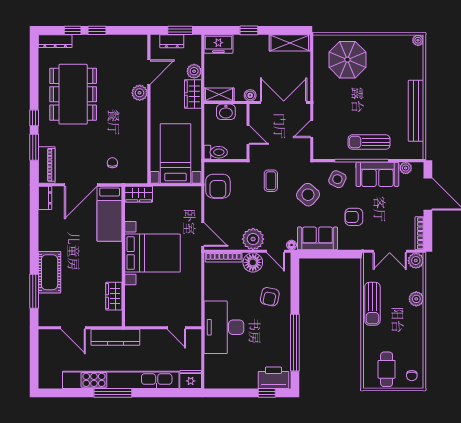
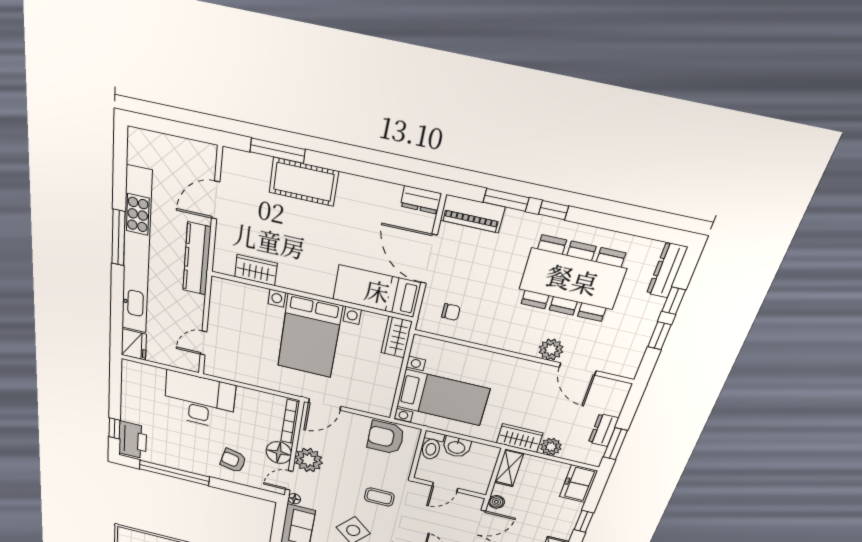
door: (149, 72) -> (578, 369), moved
plant: (140, 93) -> (551, 350), moved
wall: (149, 109) -> (523, 357), moved
washbasin: (226, 112) -> (457, 447), moved, turned -90

